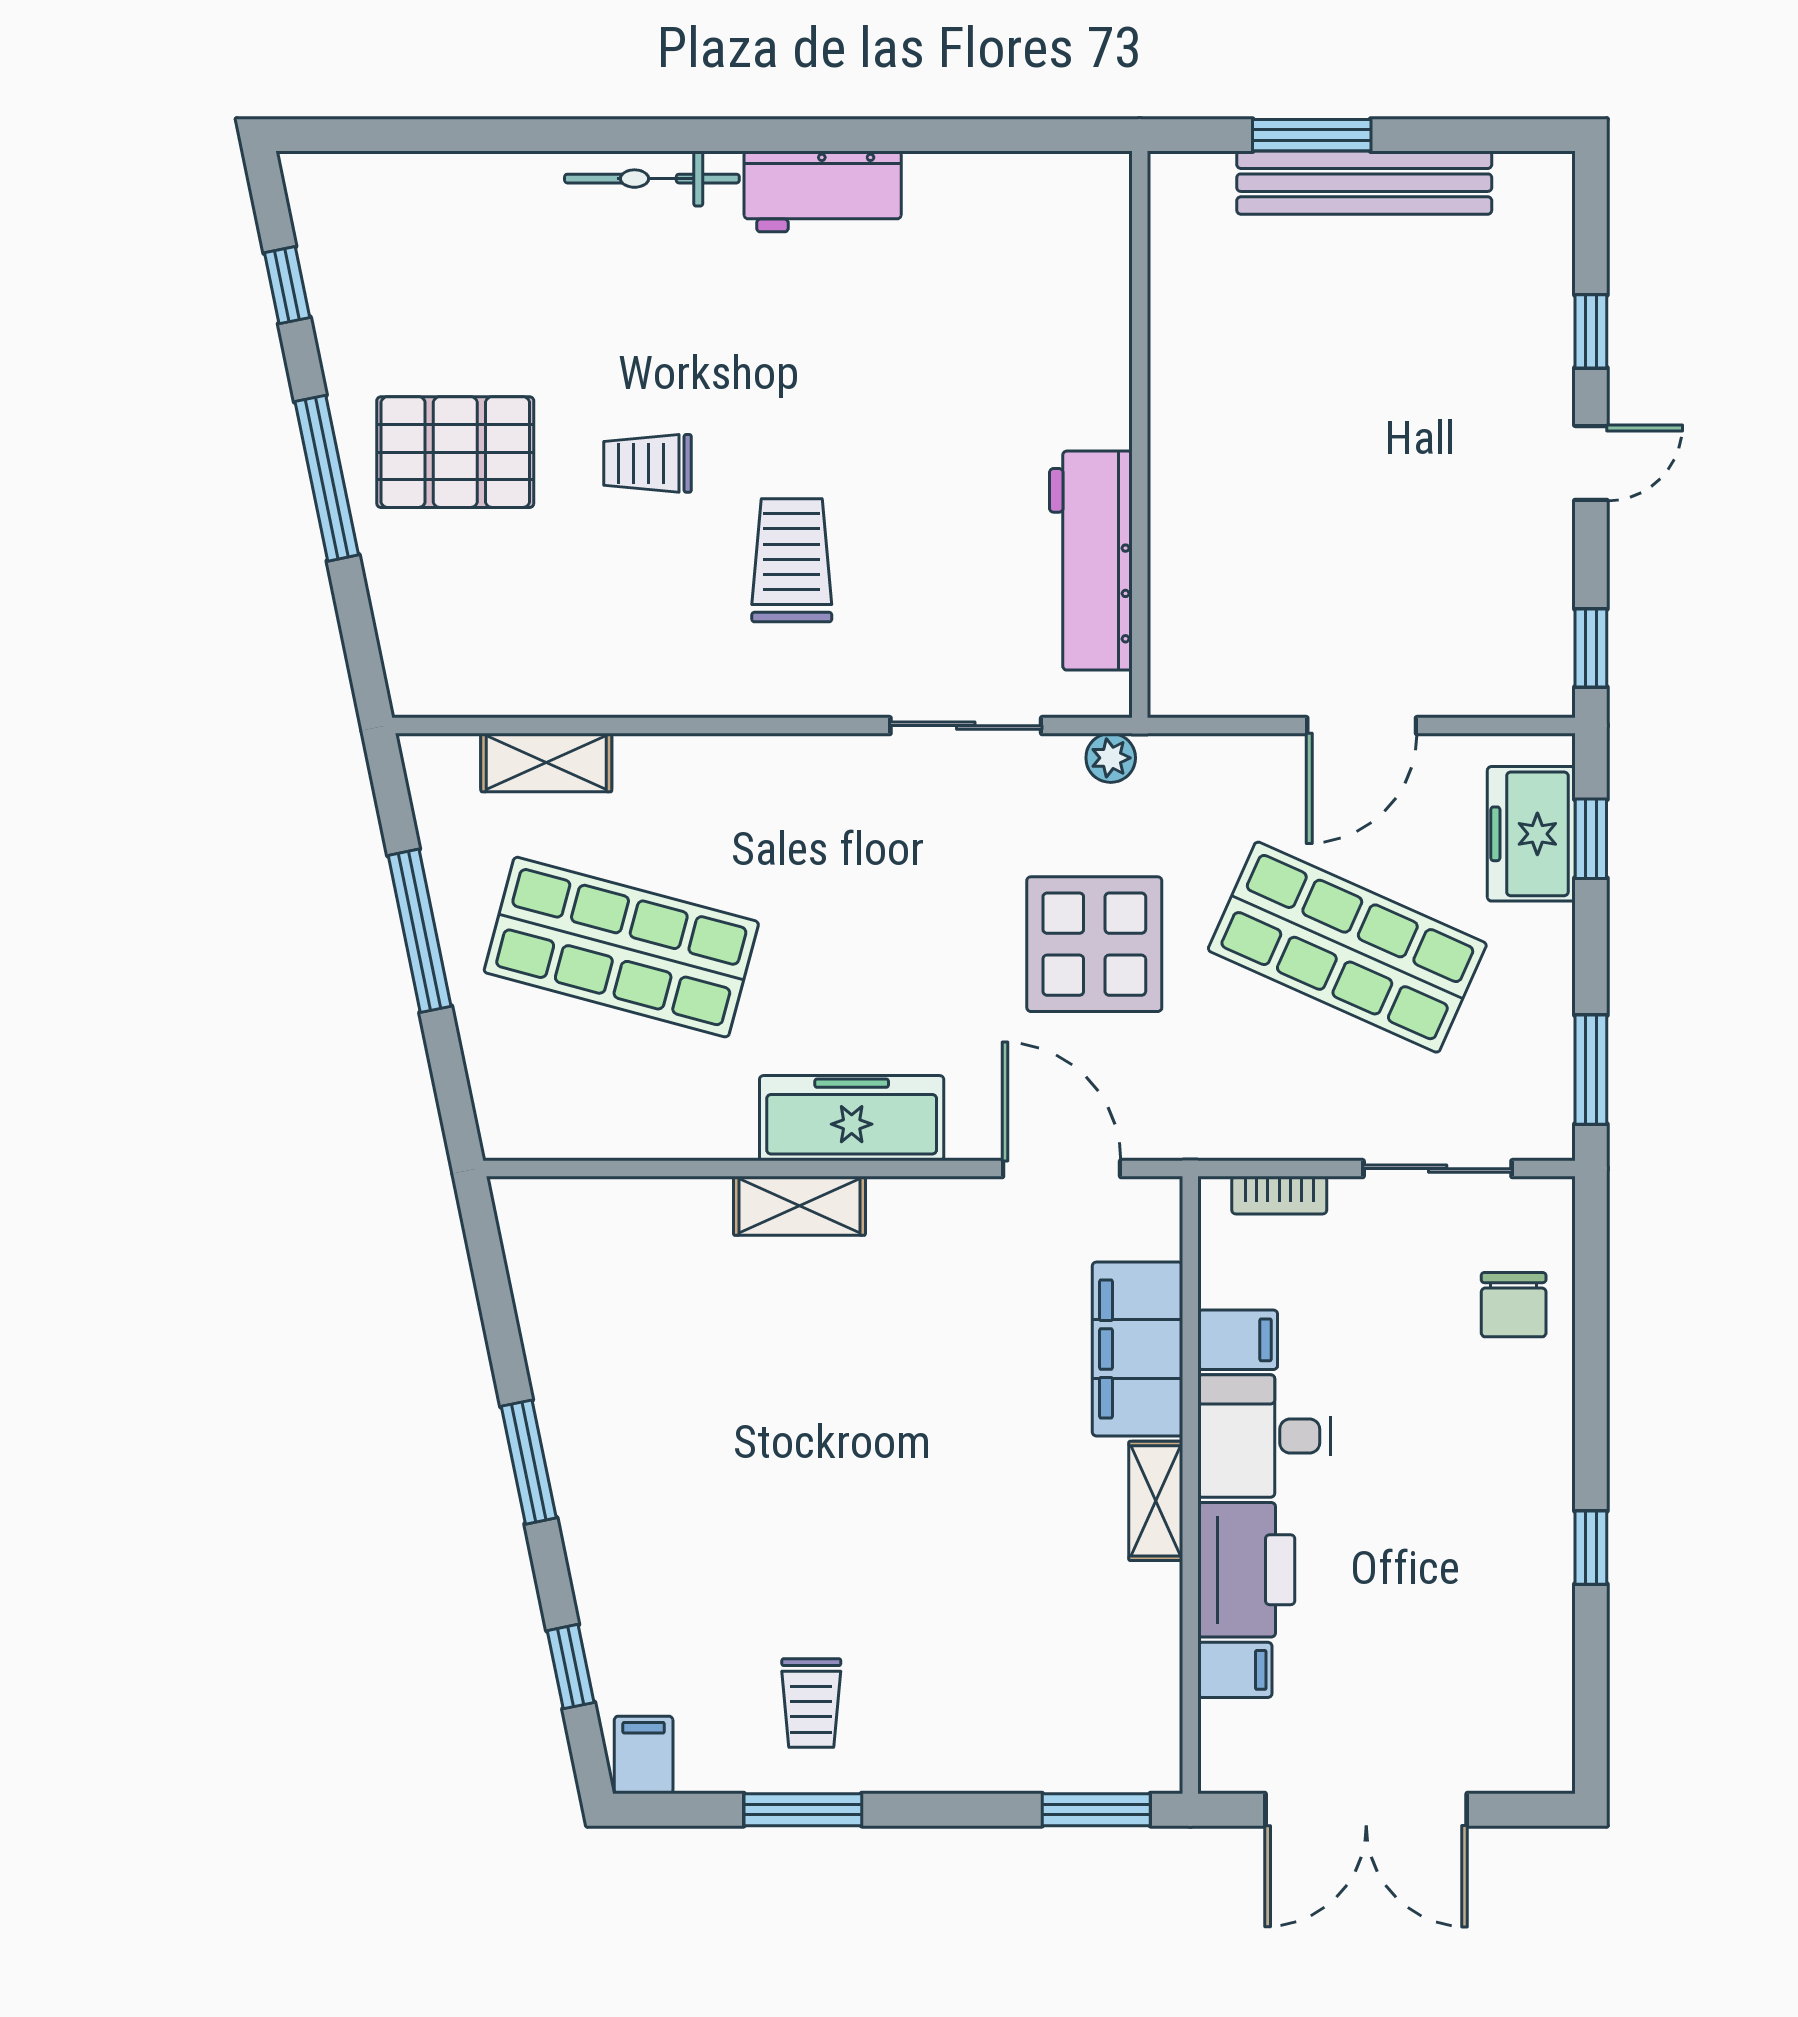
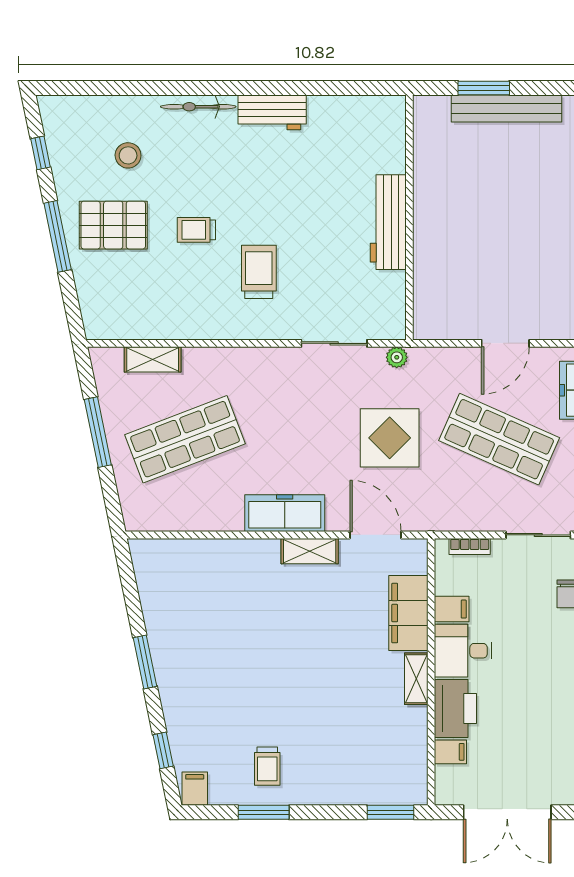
stool: (490, 291) -> (128, 155), added
workbench: (1091, 561) -> (388, 222), moved
shop shelf: (621, 947) -> (185, 439), turned -36
shelving: (799, 1206) -> (310, 551), moved

